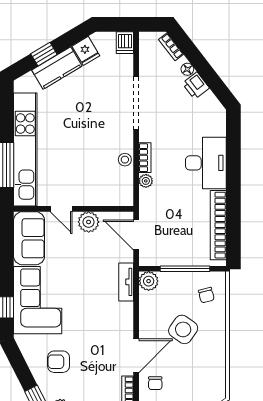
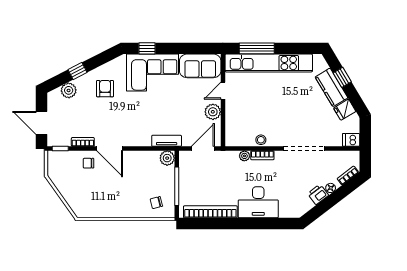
side table: (183, 329) -> (130, 185), removed

